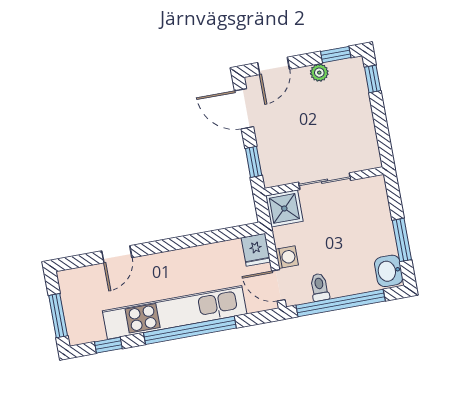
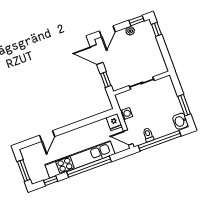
shower: (284, 208) -> (125, 100), removed
washing machine: (287, 257) -> (126, 114), moved

